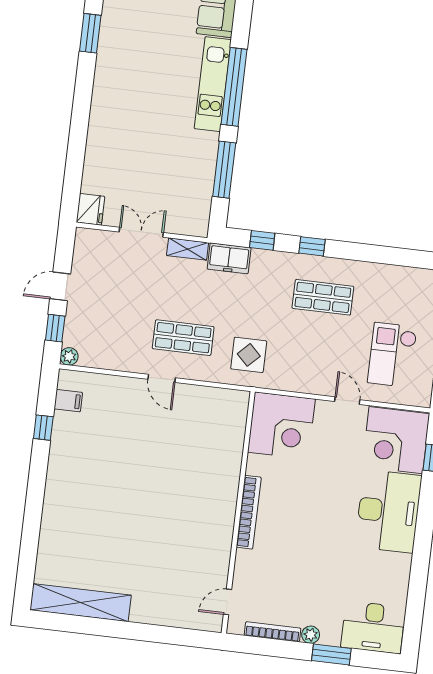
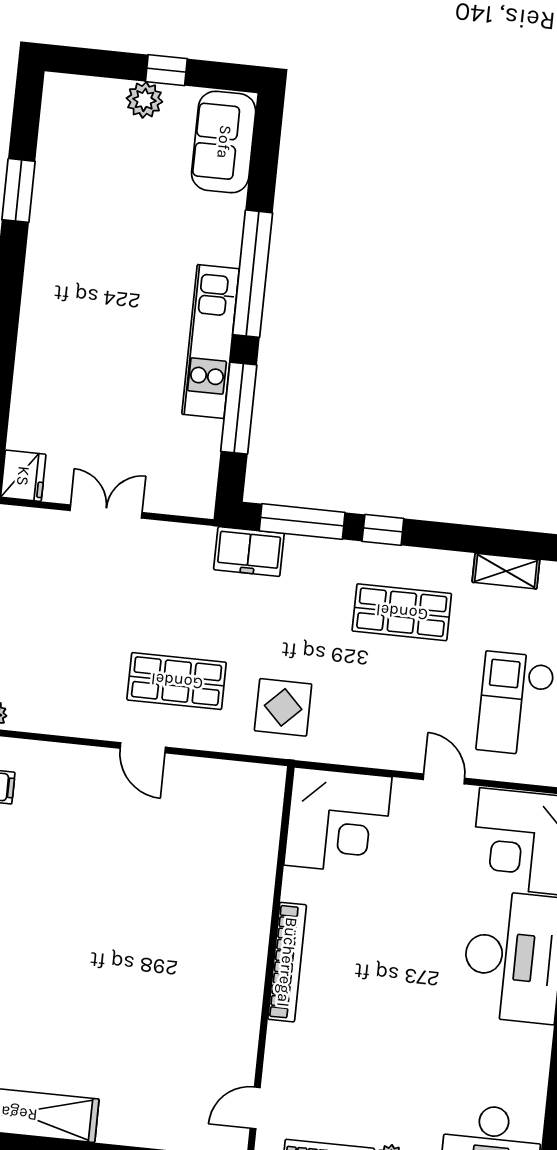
kitchen unit: (213, 84) -> (211, 341), moved
window: (262, 240) -> (302, 522), width x2.17
shelving: (188, 249) -> (506, 571), moved

